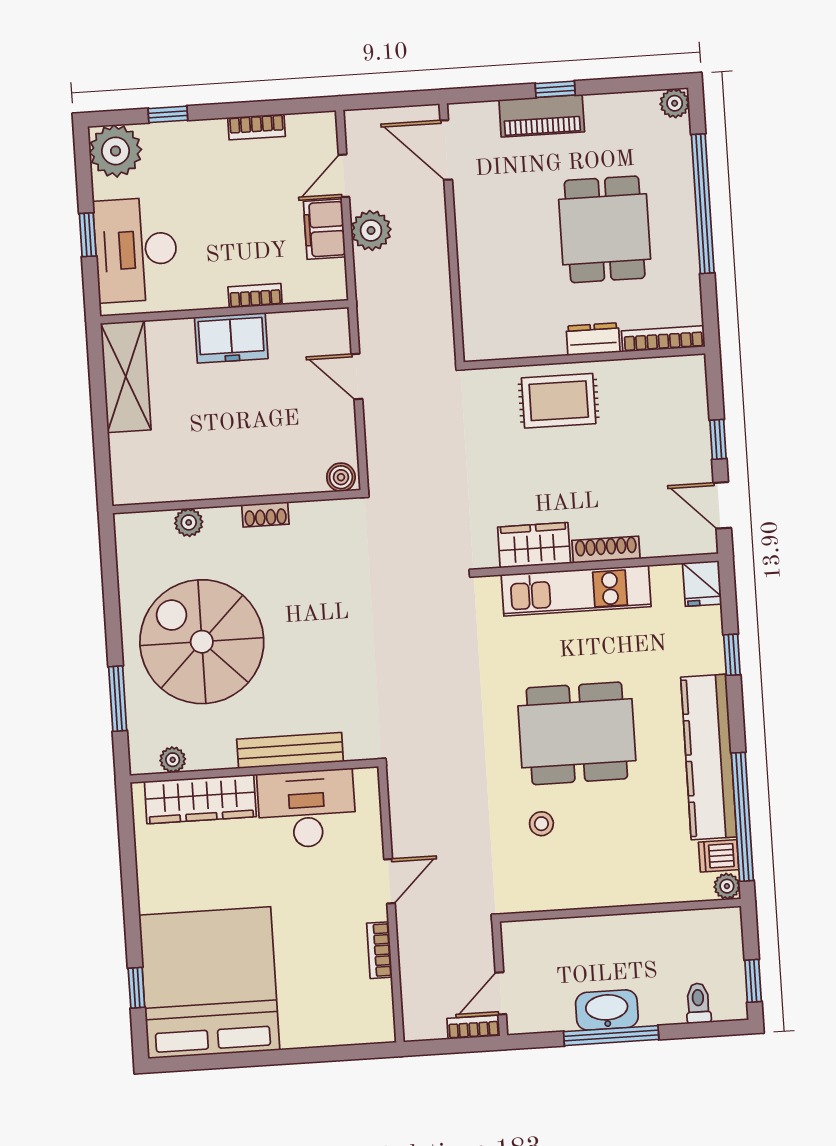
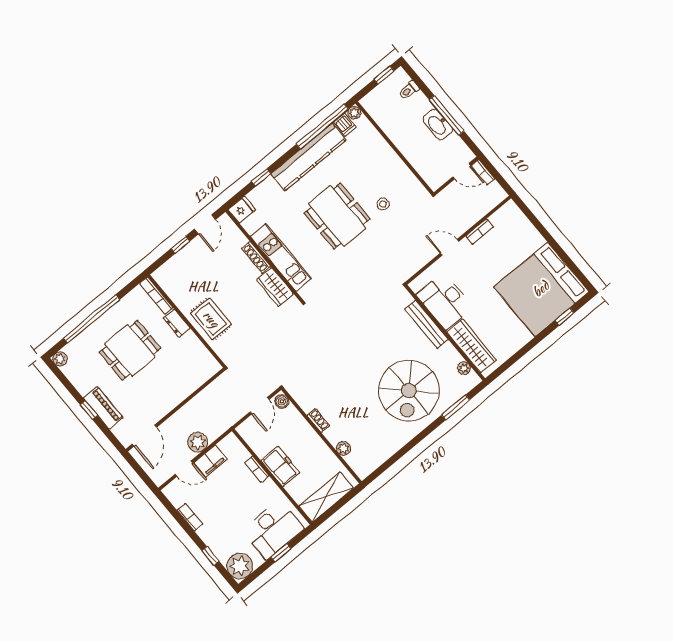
boiler: (341, 477) -> (282, 401), moved
wall: (237, 502) -> (321, 436), moved
shoe rack: (265, 514) -> (318, 420), moved
plant: (189, 522) -> (343, 449), moved

